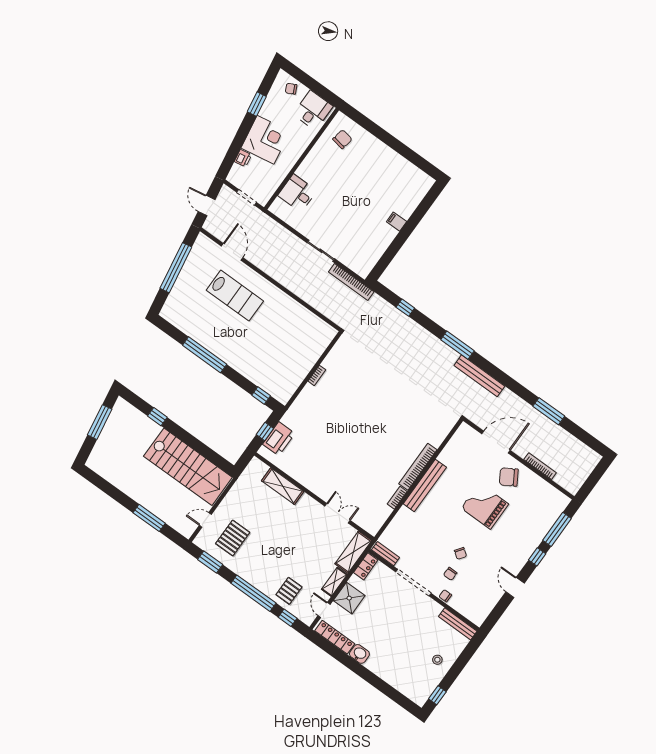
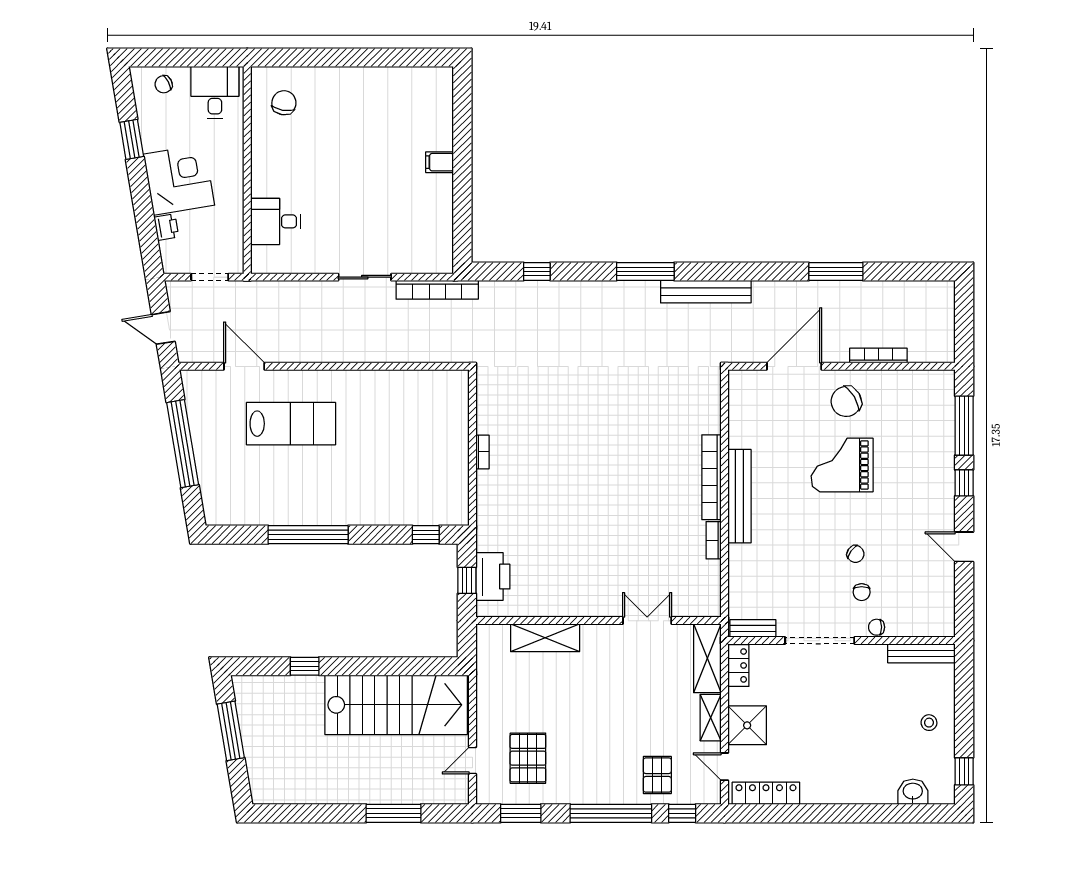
washbasin: (359, 654) -> (913, 792), moved

